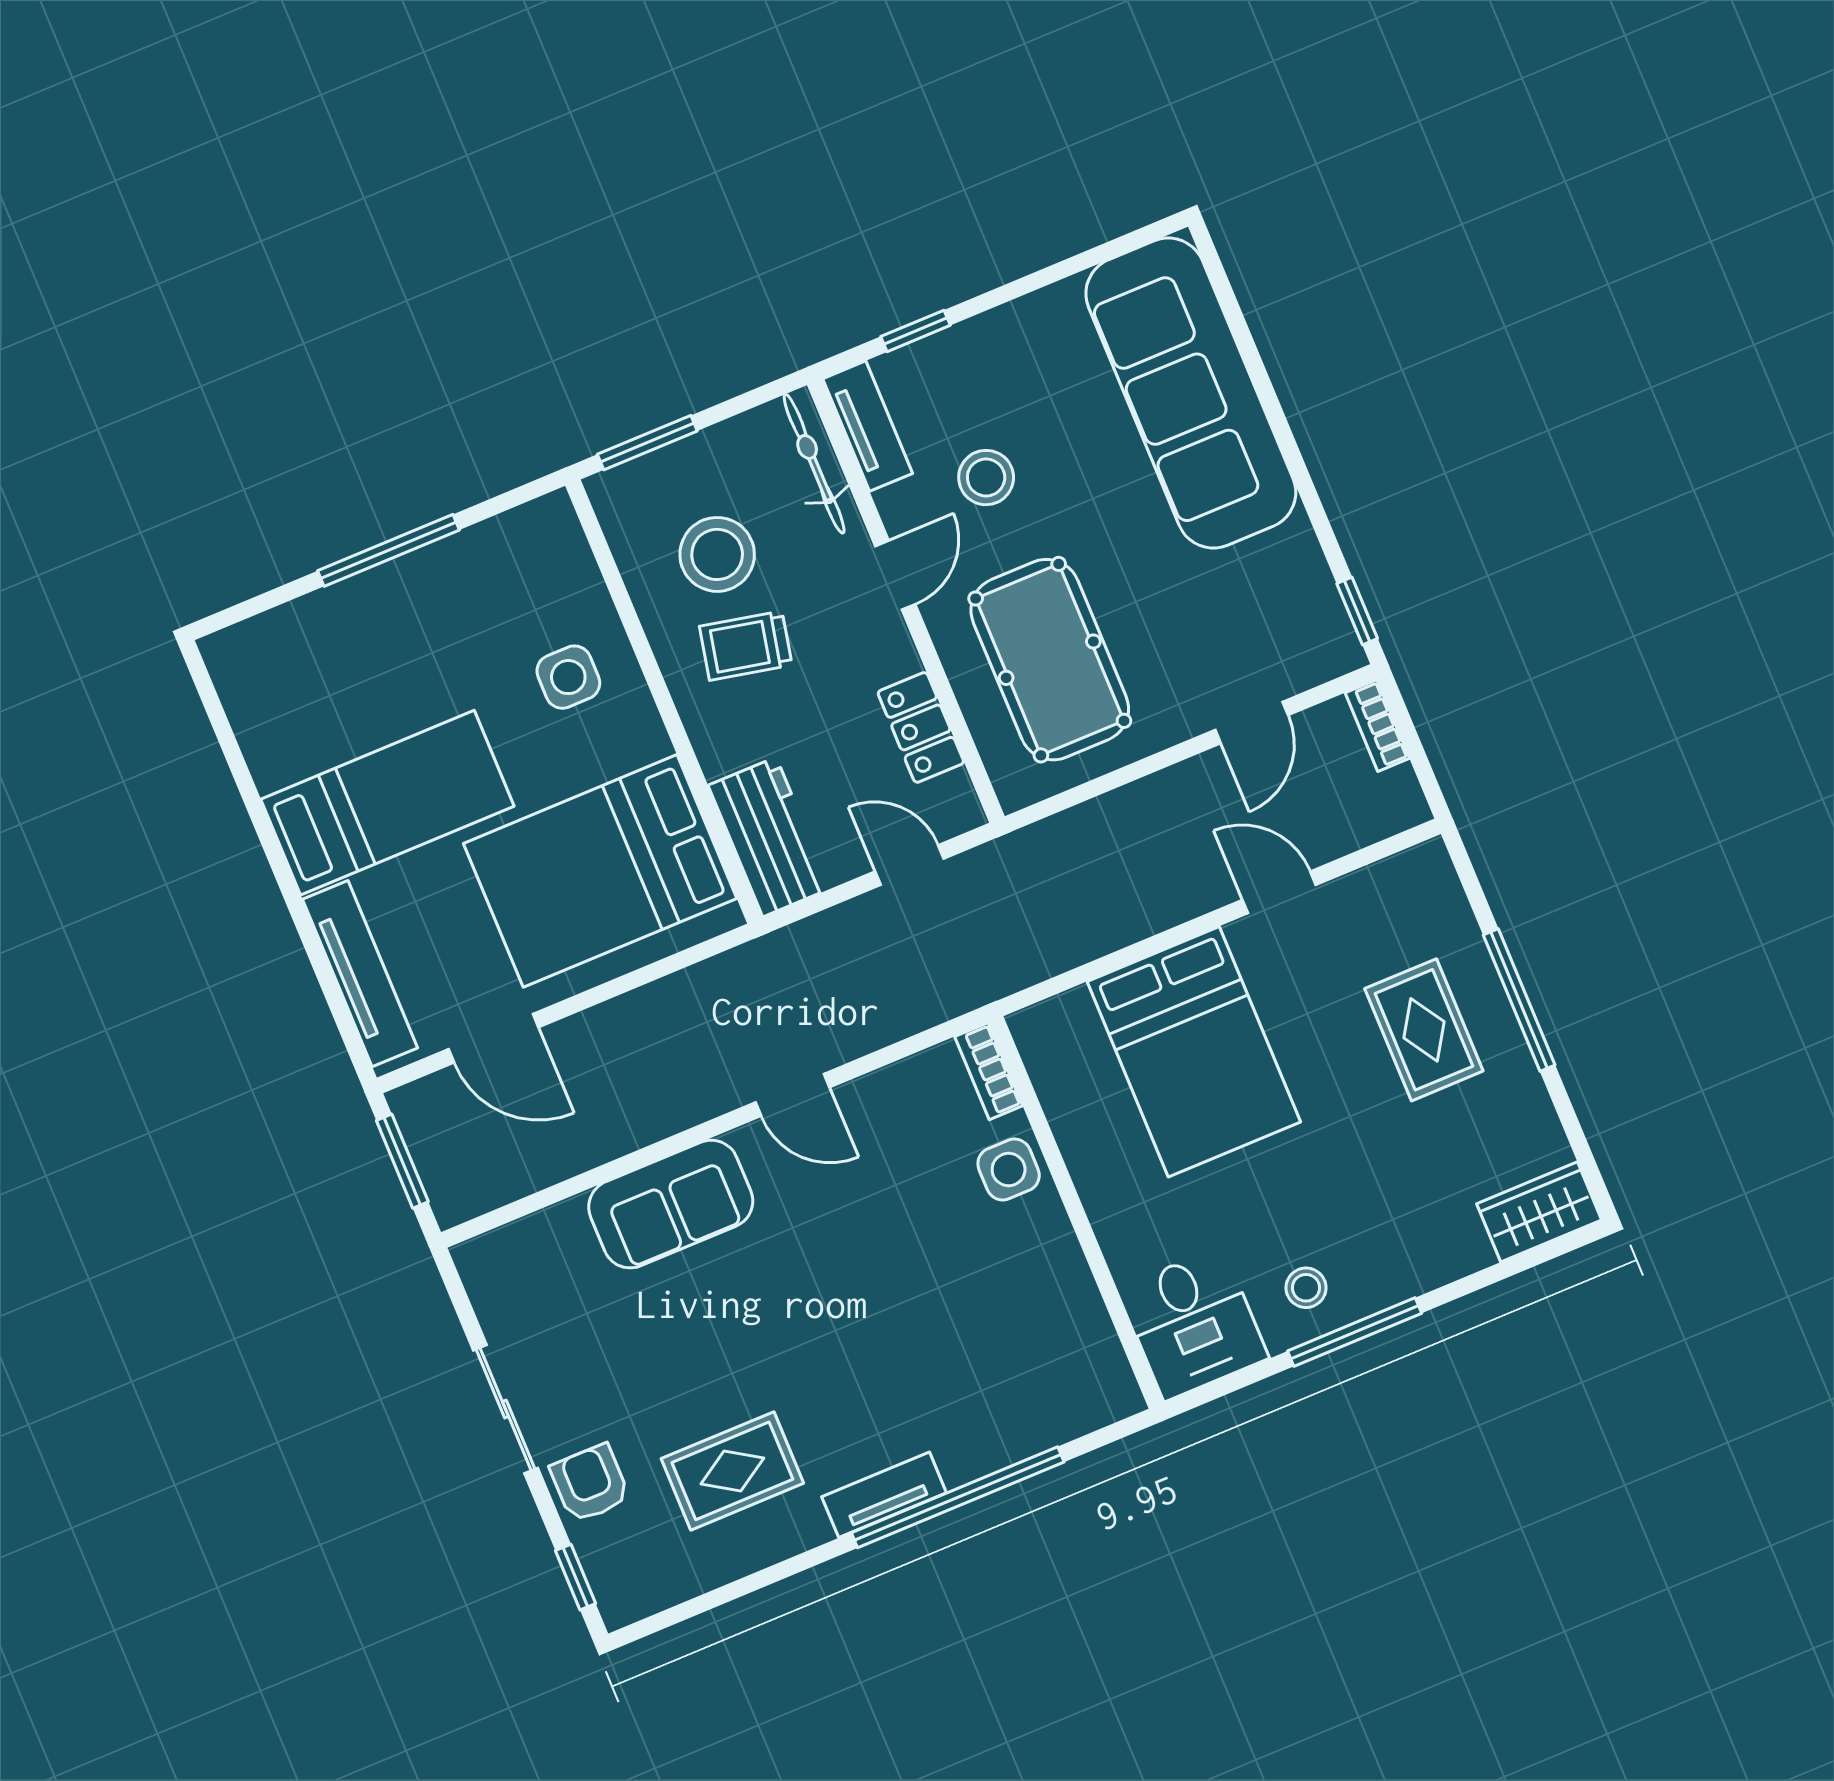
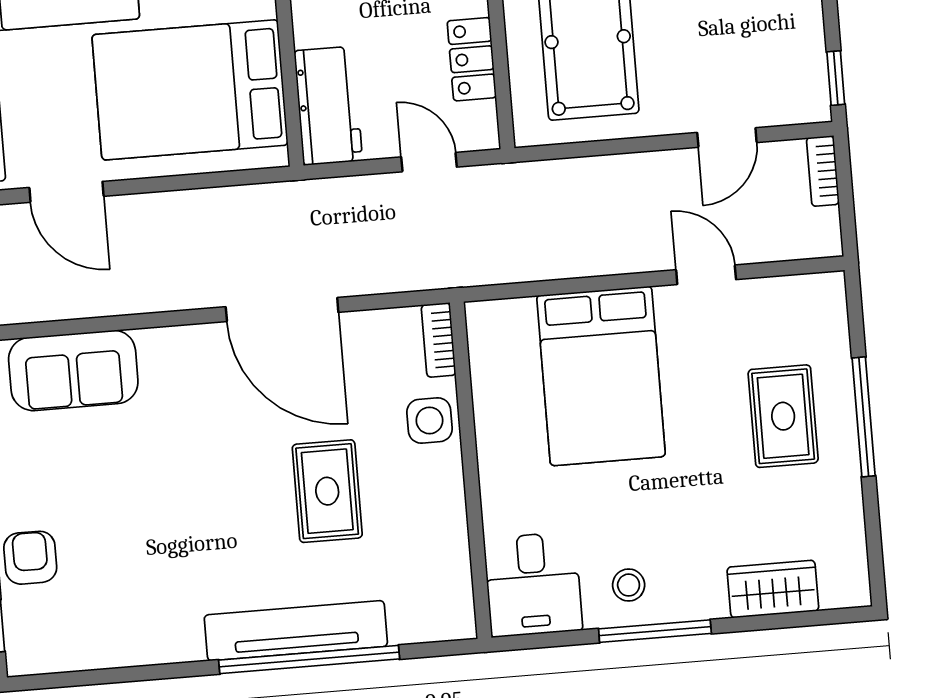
door: (792, 1095) -> (282, 310), width x1.88
sofa: (671, 1204) -> (73, 370), moved
wardrobe: (1539, 1212) -> (773, 589), moved
rug: (732, 1471) -> (327, 491), moved, turned 90
tv unit: (884, 1495) -> (296, 631), width x1.92, depth x1.29

